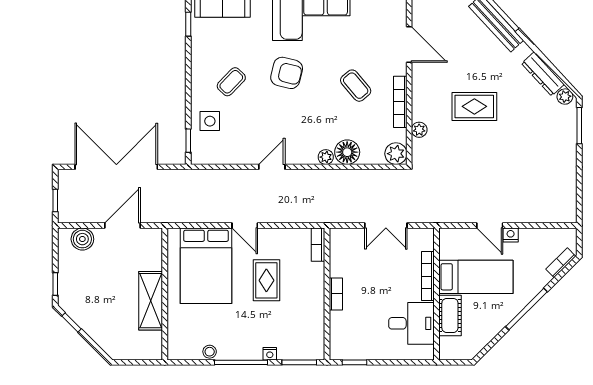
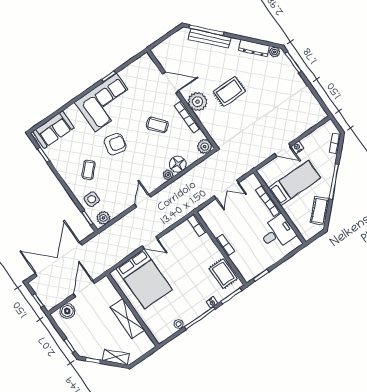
plant: (419, 130) -> (197, 102), moved, width x1.87, depth x1.87
plant: (208, 155) -> (103, 218), added
rug: (266, 280) -> (223, 273), moved
cot: (450, 315) -> (320, 211), moved, turned 45
shelving: (103, 338) -> (116, 357), added

